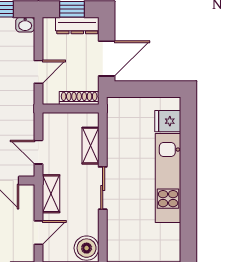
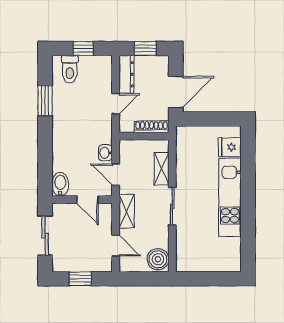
washbasin: (25, 25) -> (105, 153), moved, turned 90
dresser: (77, 25) -> (126, 74), moved, turned -90
door: (38, 233) -> (116, 246), hinge flipped

